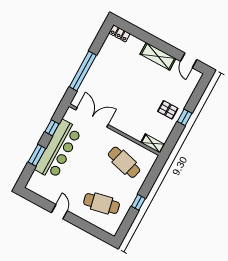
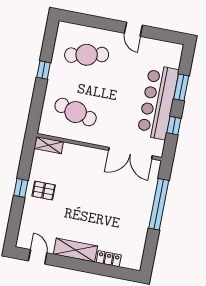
locker: (120, 33) -> (109, 259), moved

